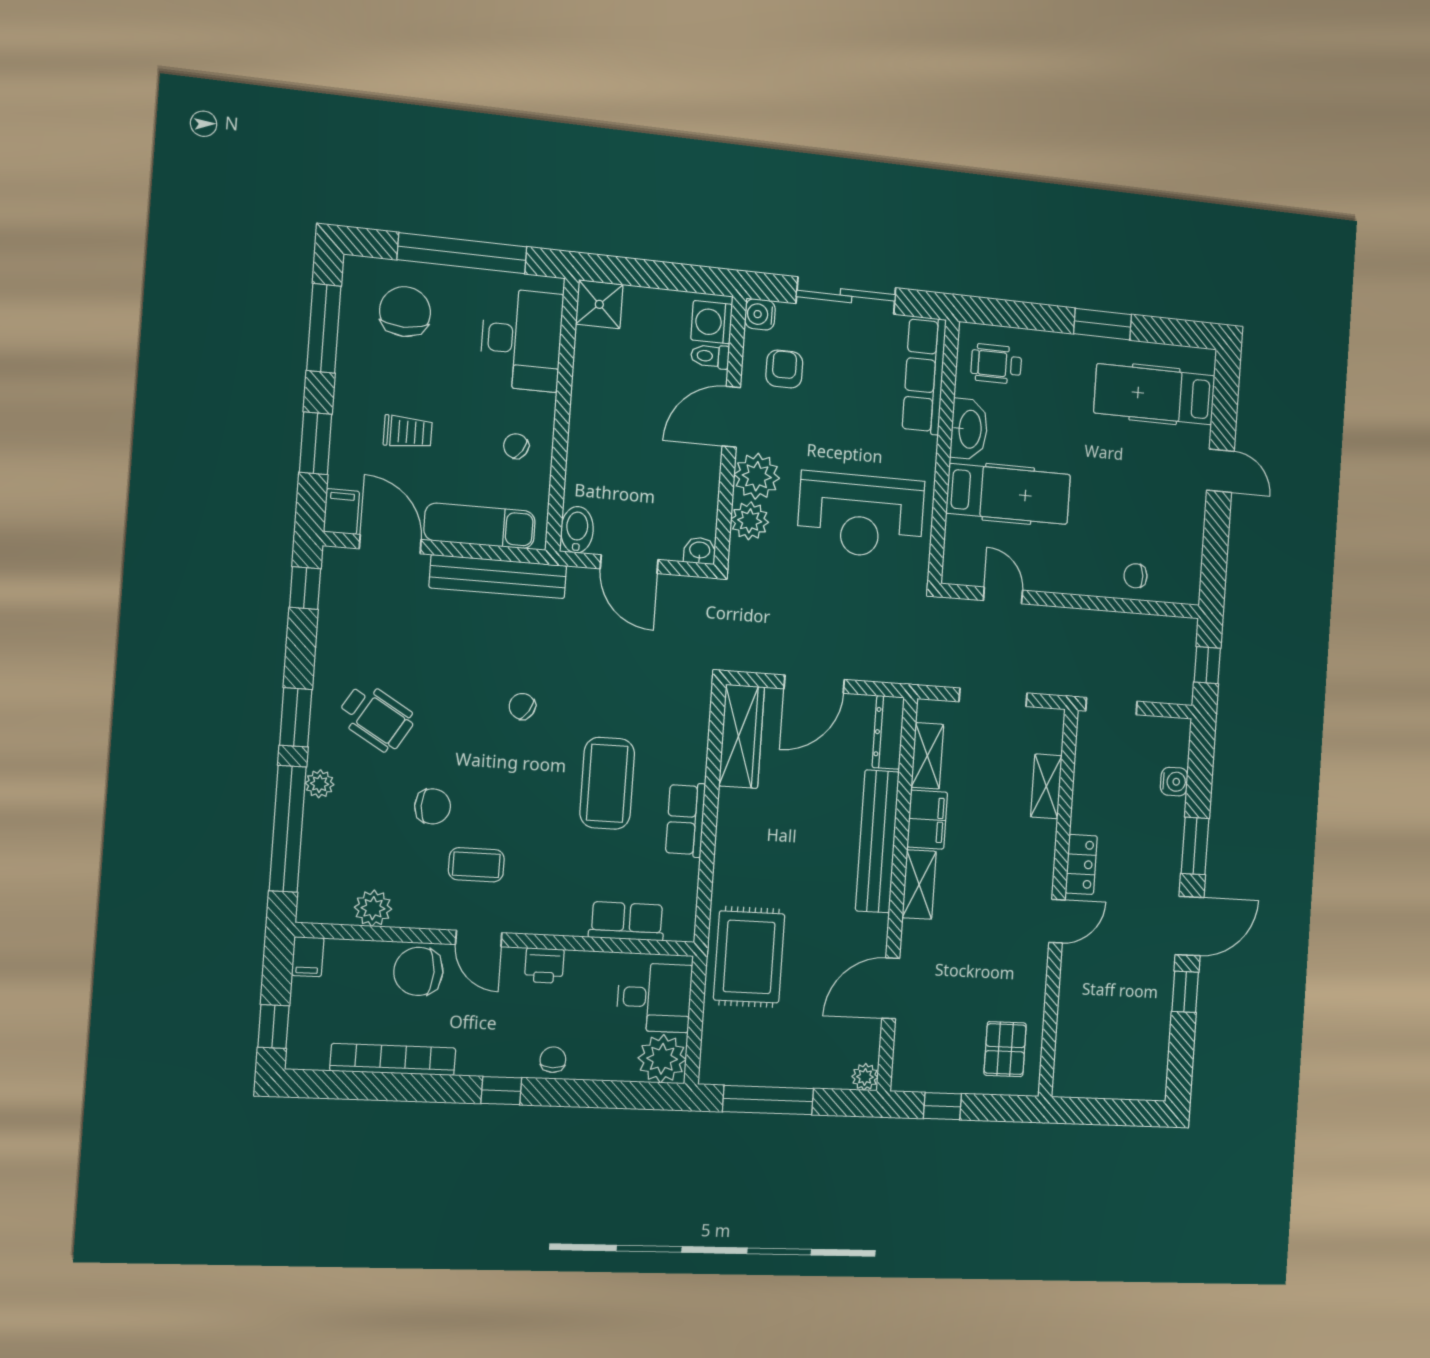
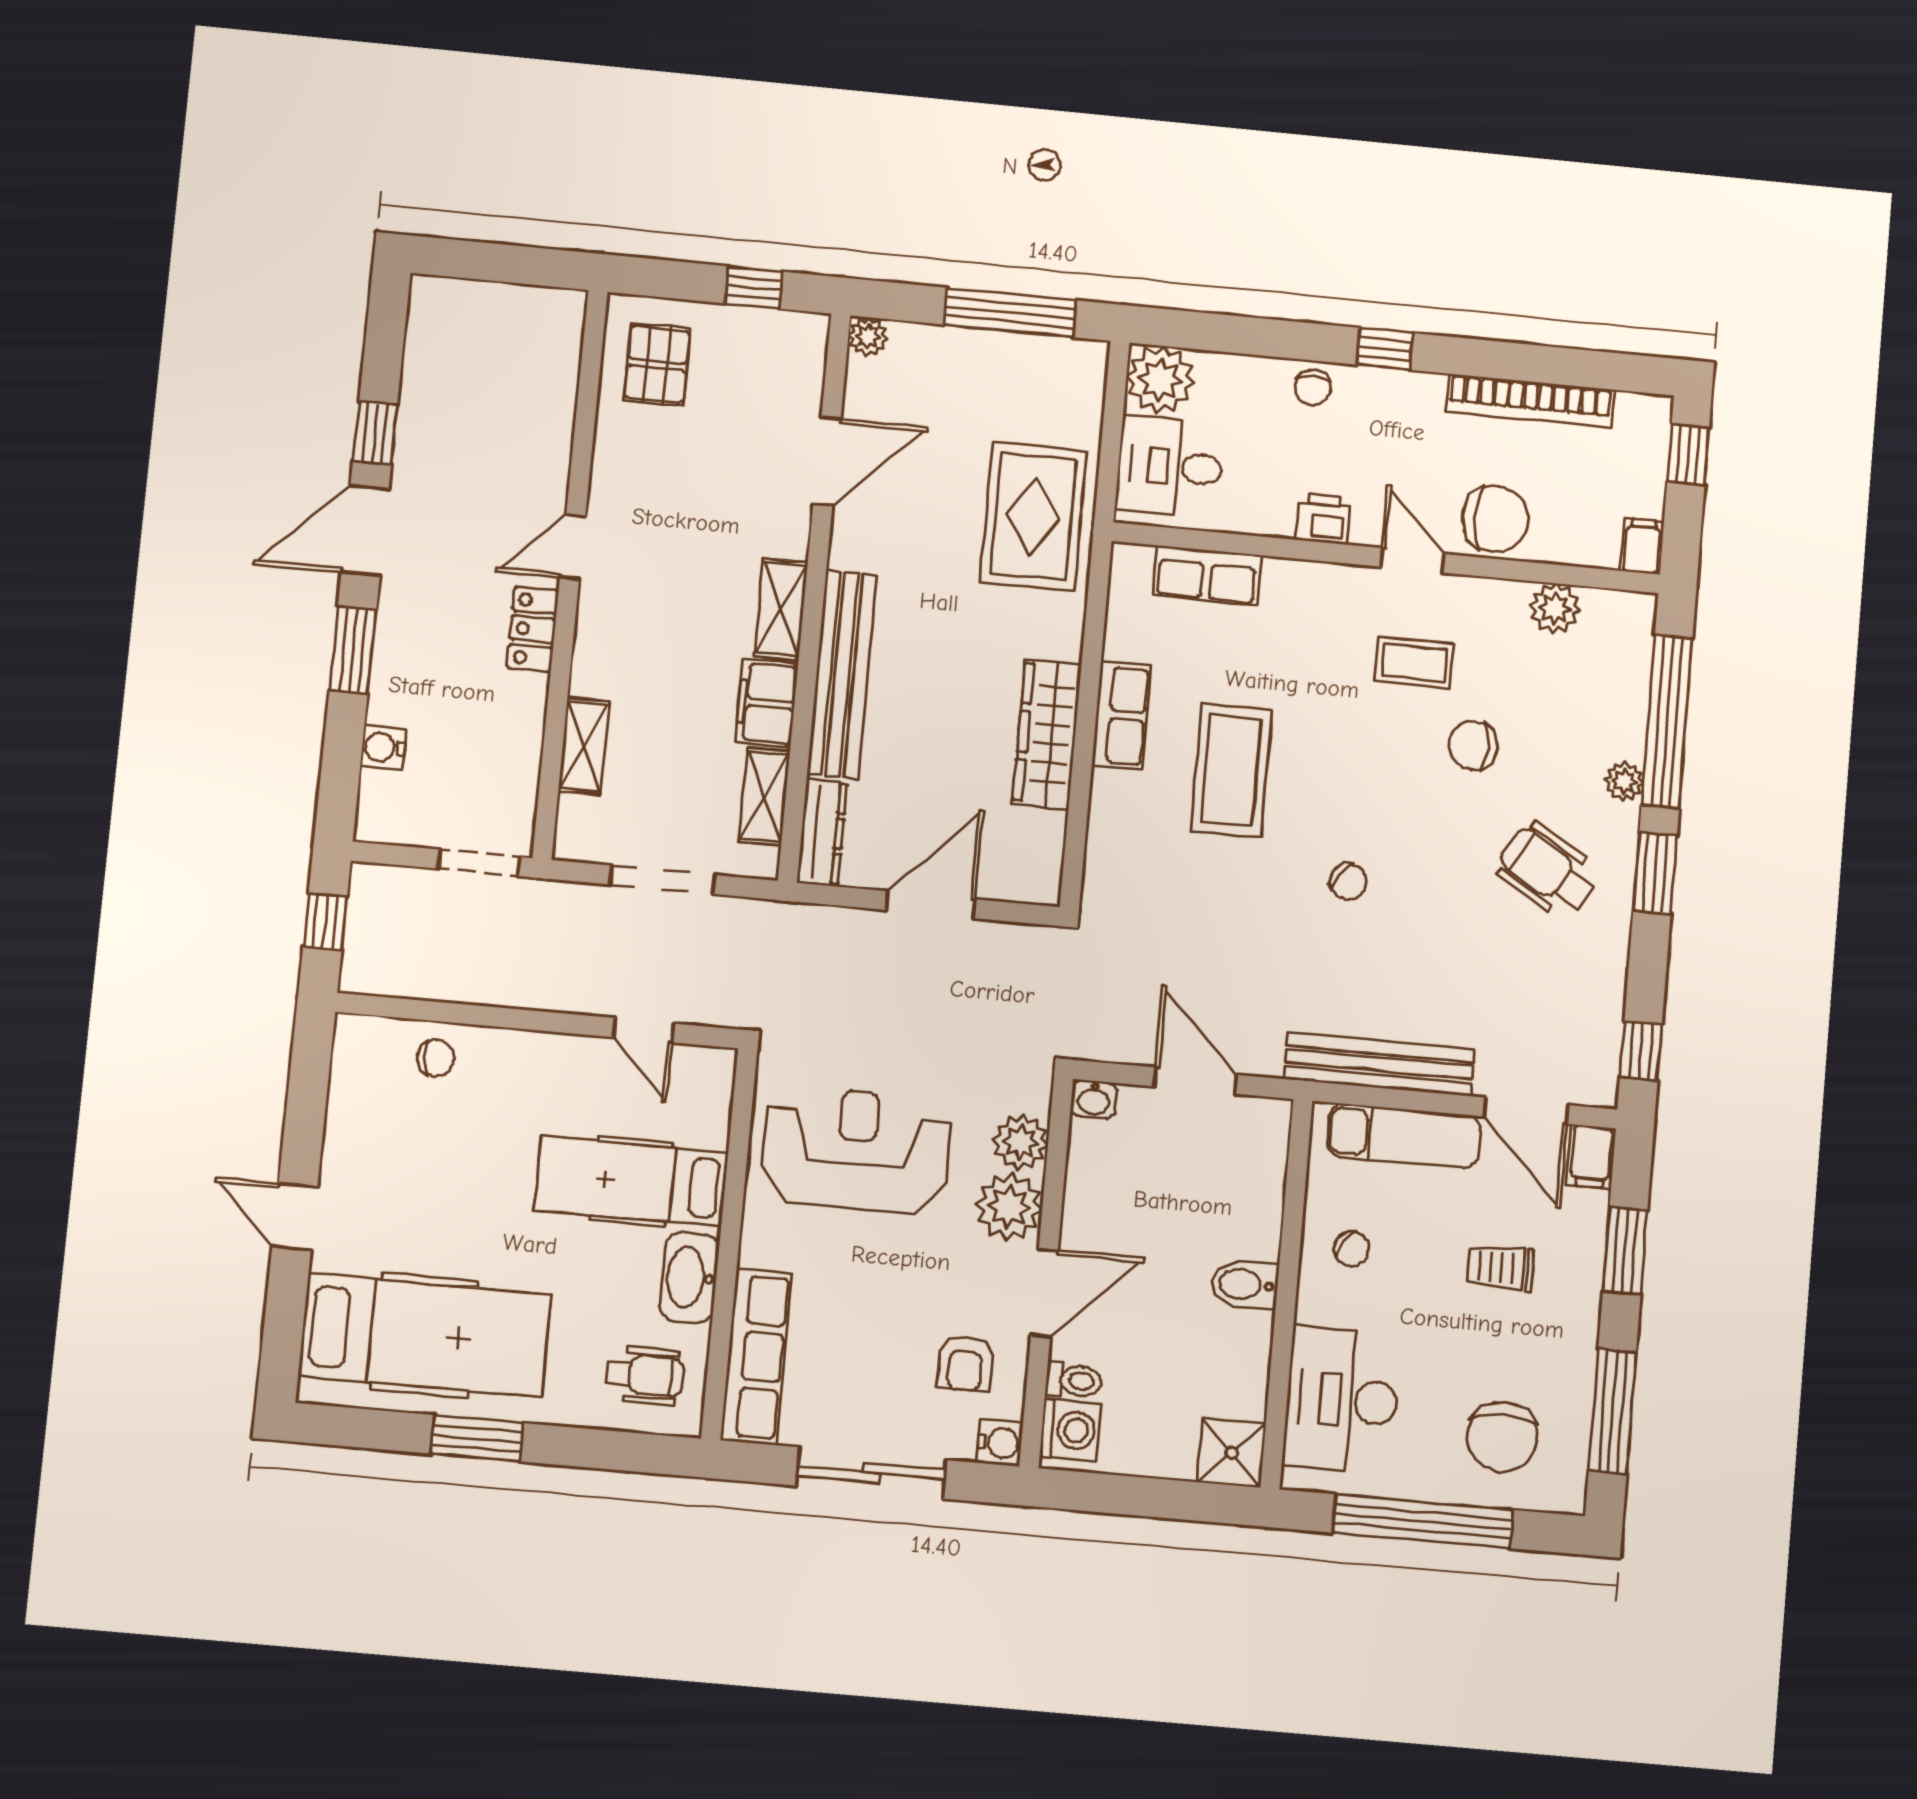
hospital bed: (1155, 394) -> (425, 1335), width x1.37, depth x1.29
bidet: (577, 530) -> (1245, 1284), moved, turned 90
wardrobe: (742, 736) -> (1047, 734), moved

